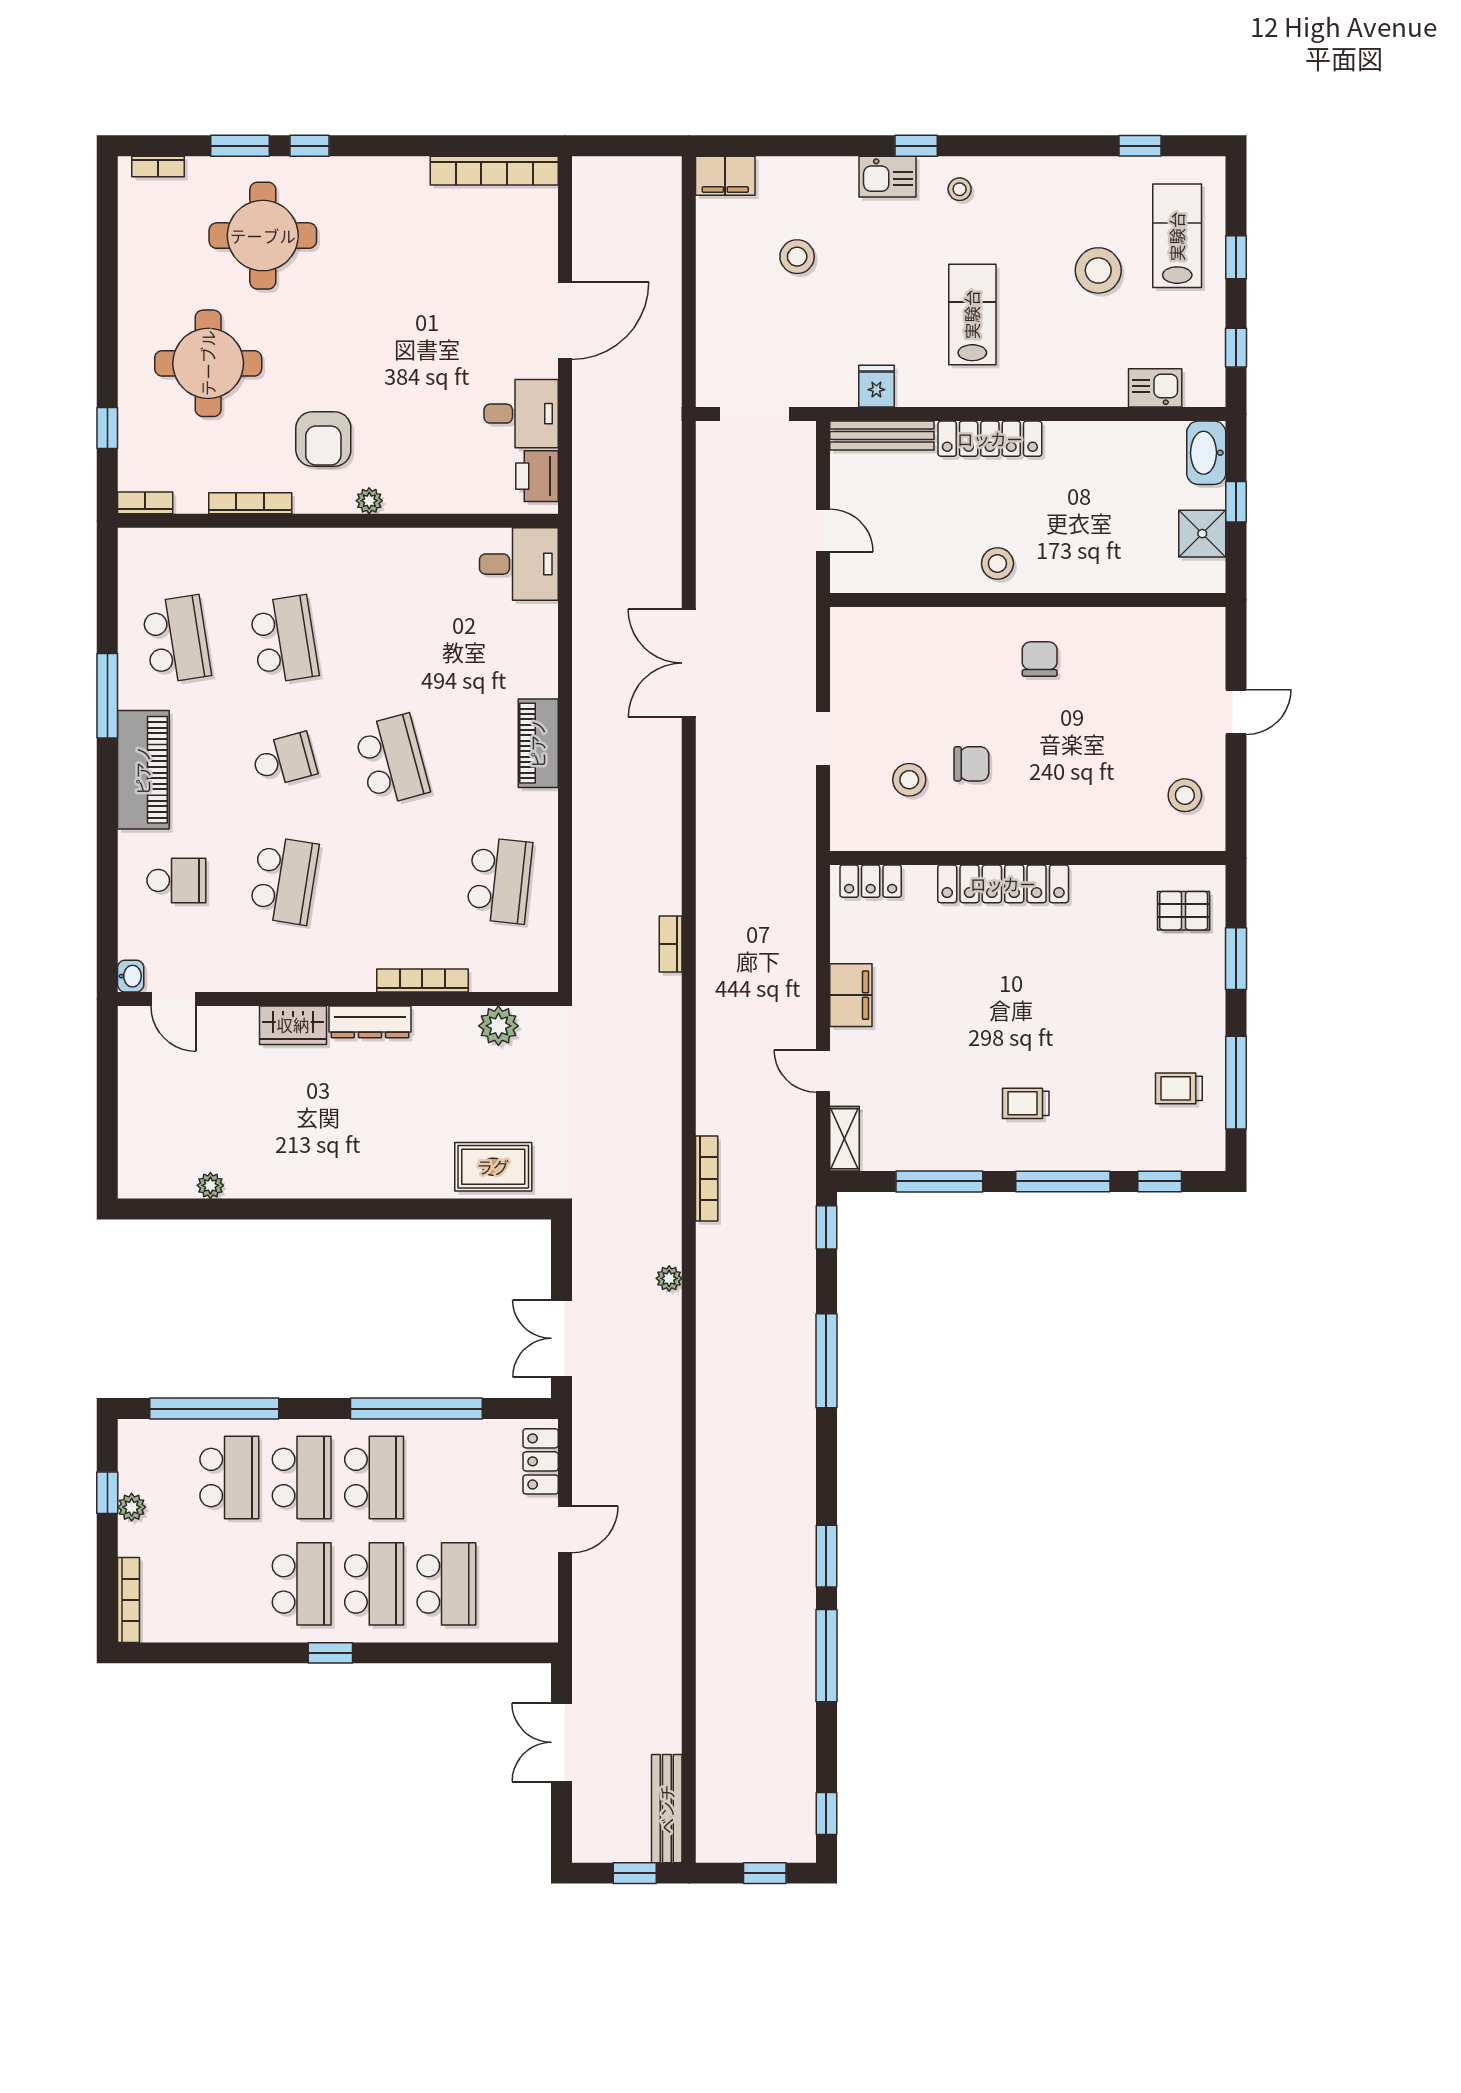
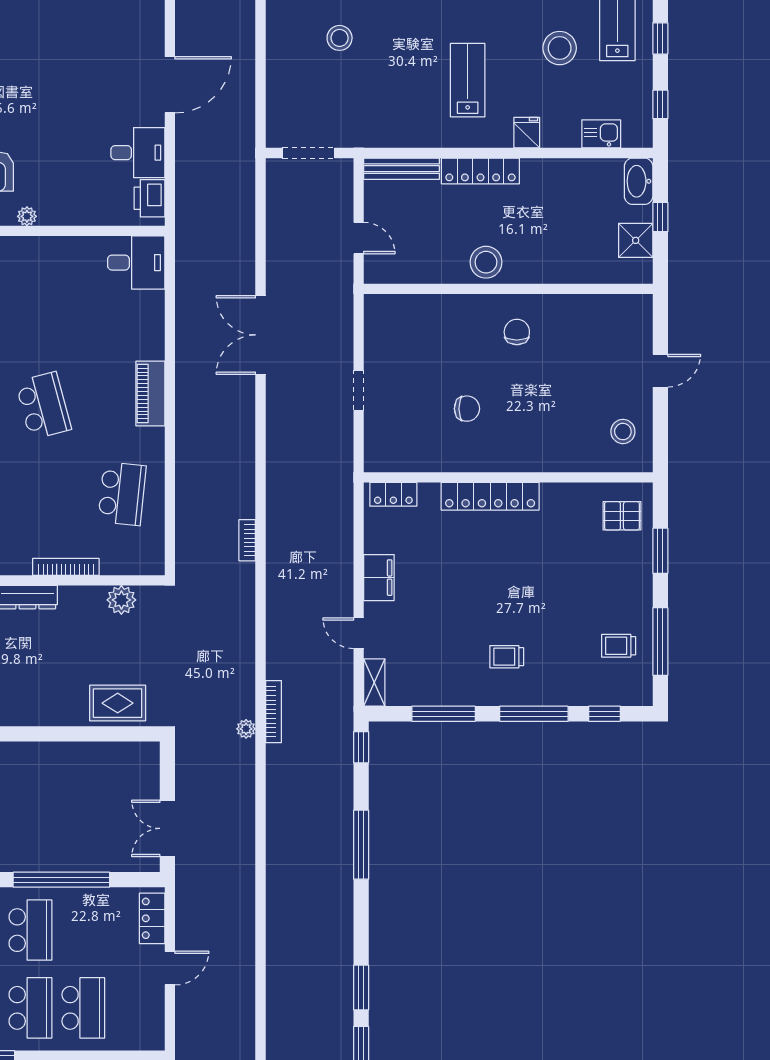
fridge: (876, 386) -> (527, 133), moved
stool: (997, 564) -> (486, 262), width x1.38, depth x1.38
stool: (909, 780) -> (422, 420), removed
plant: (669, 1278) -> (246, 729), moved

